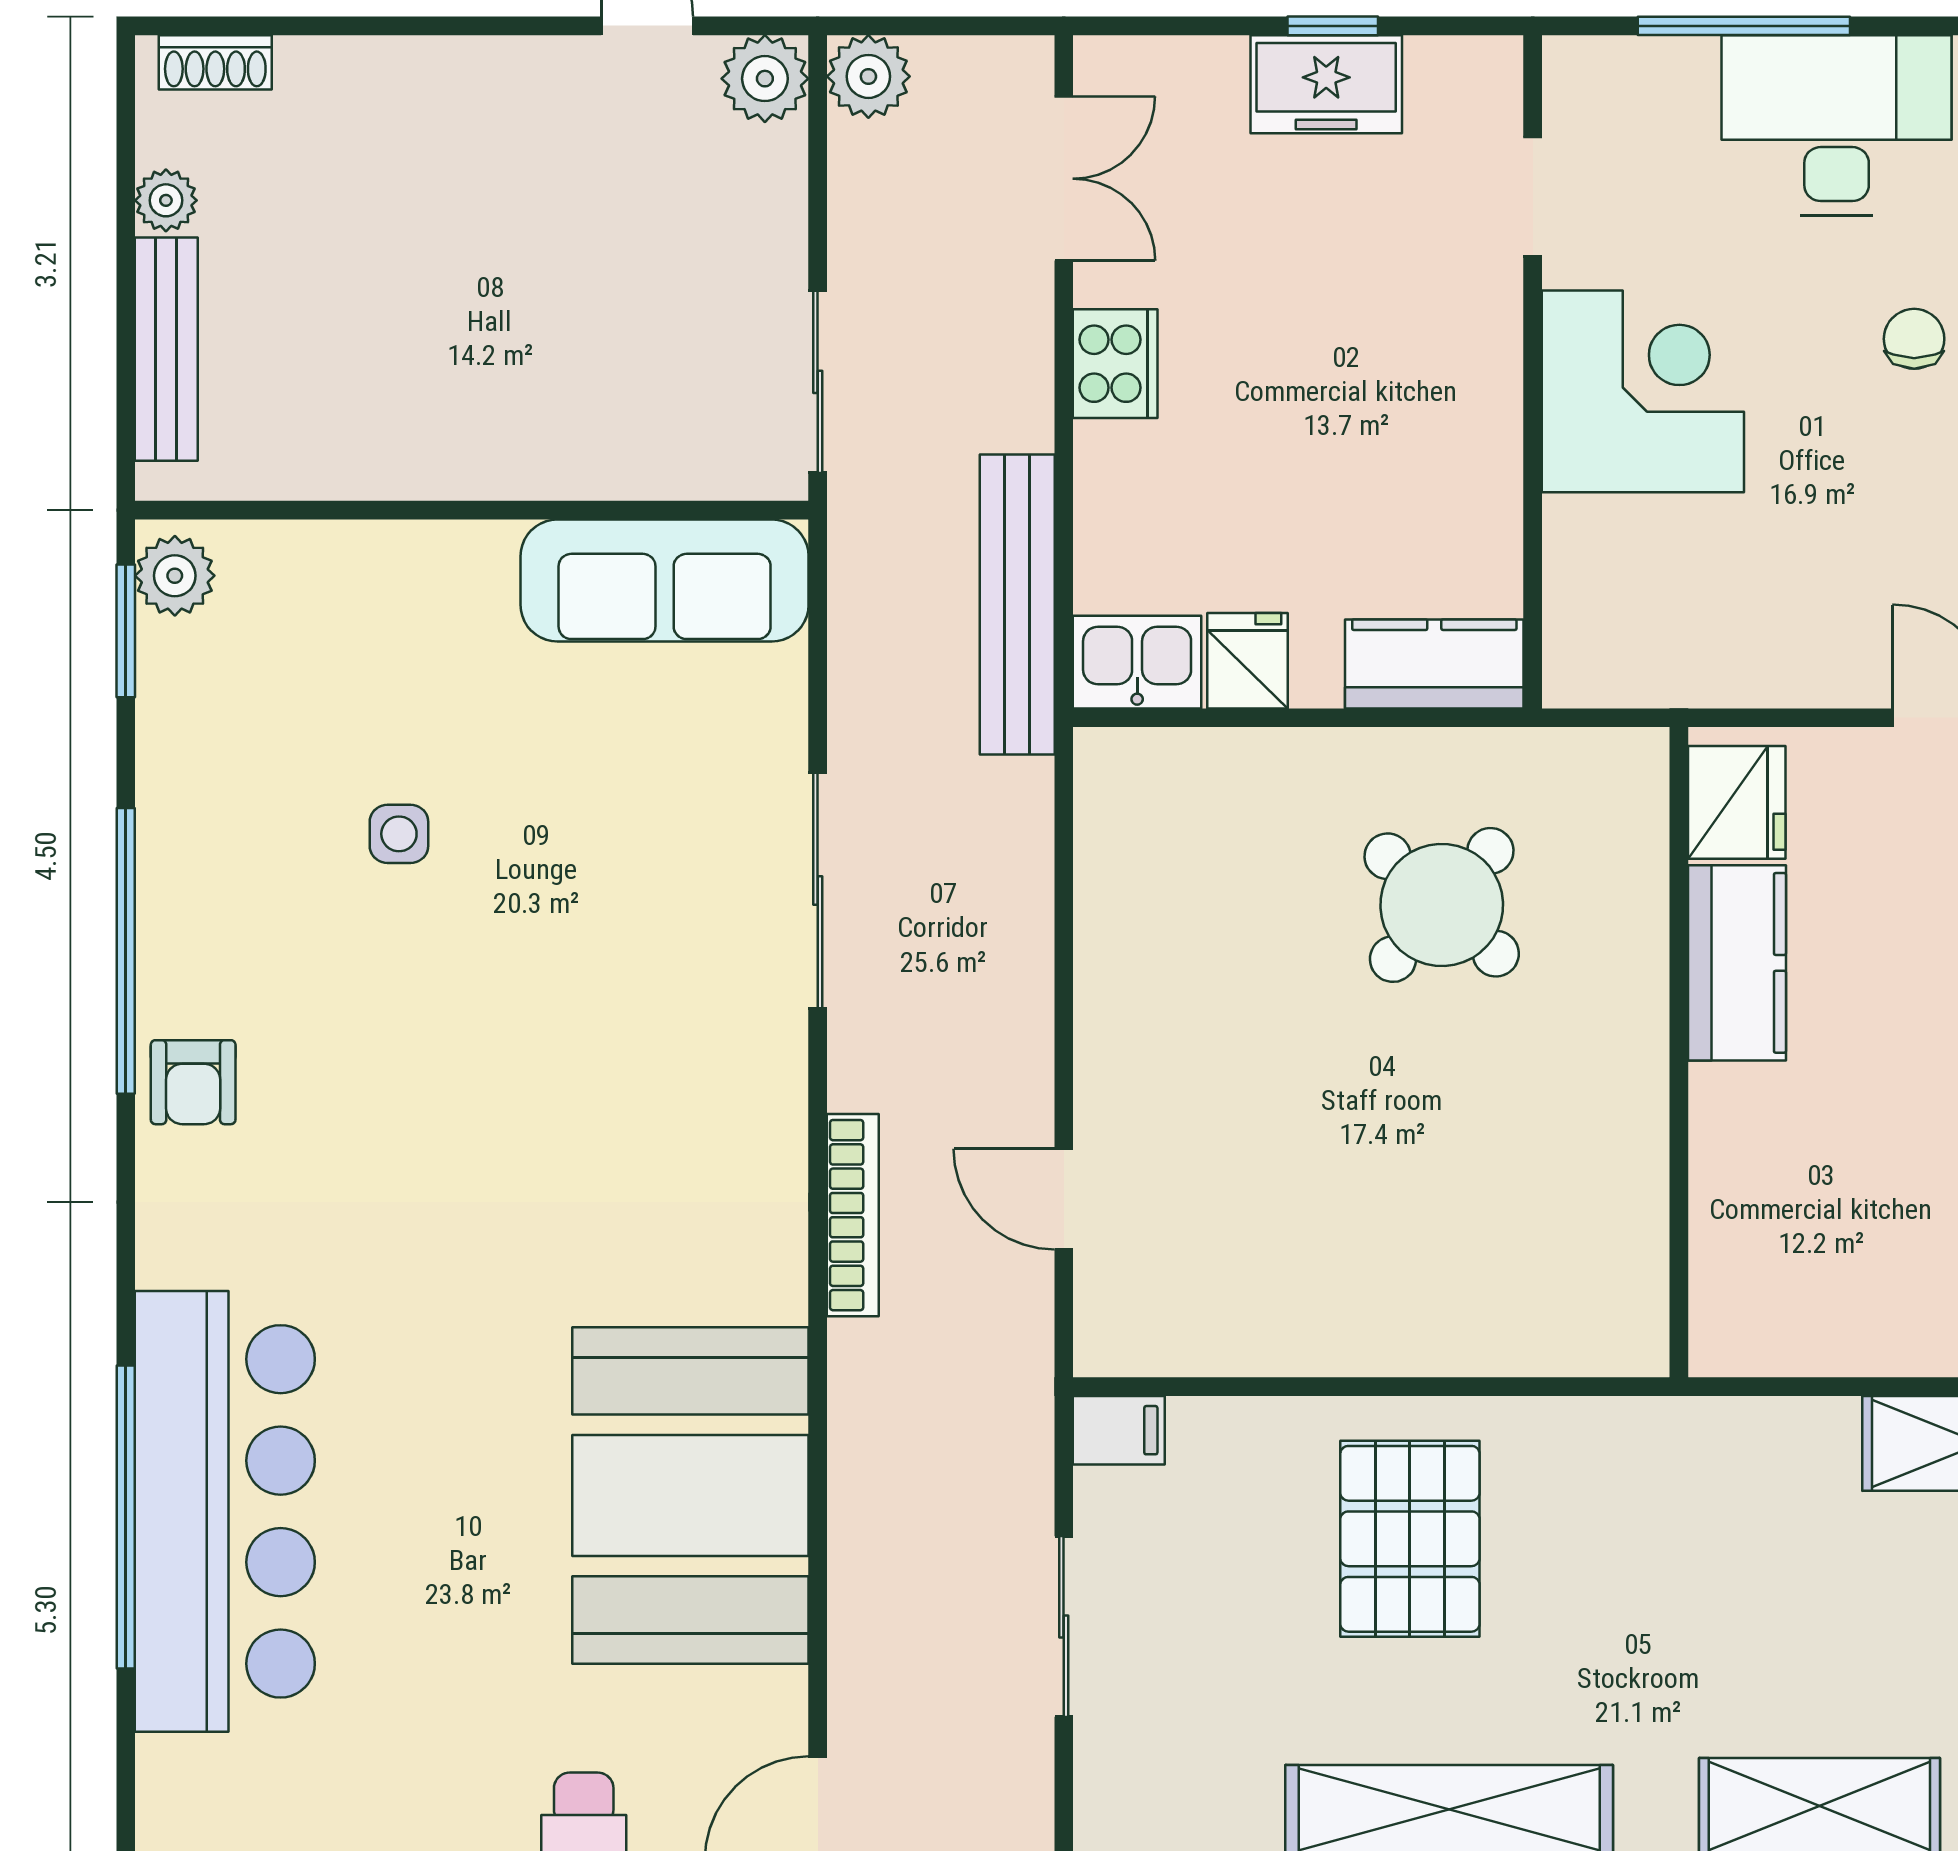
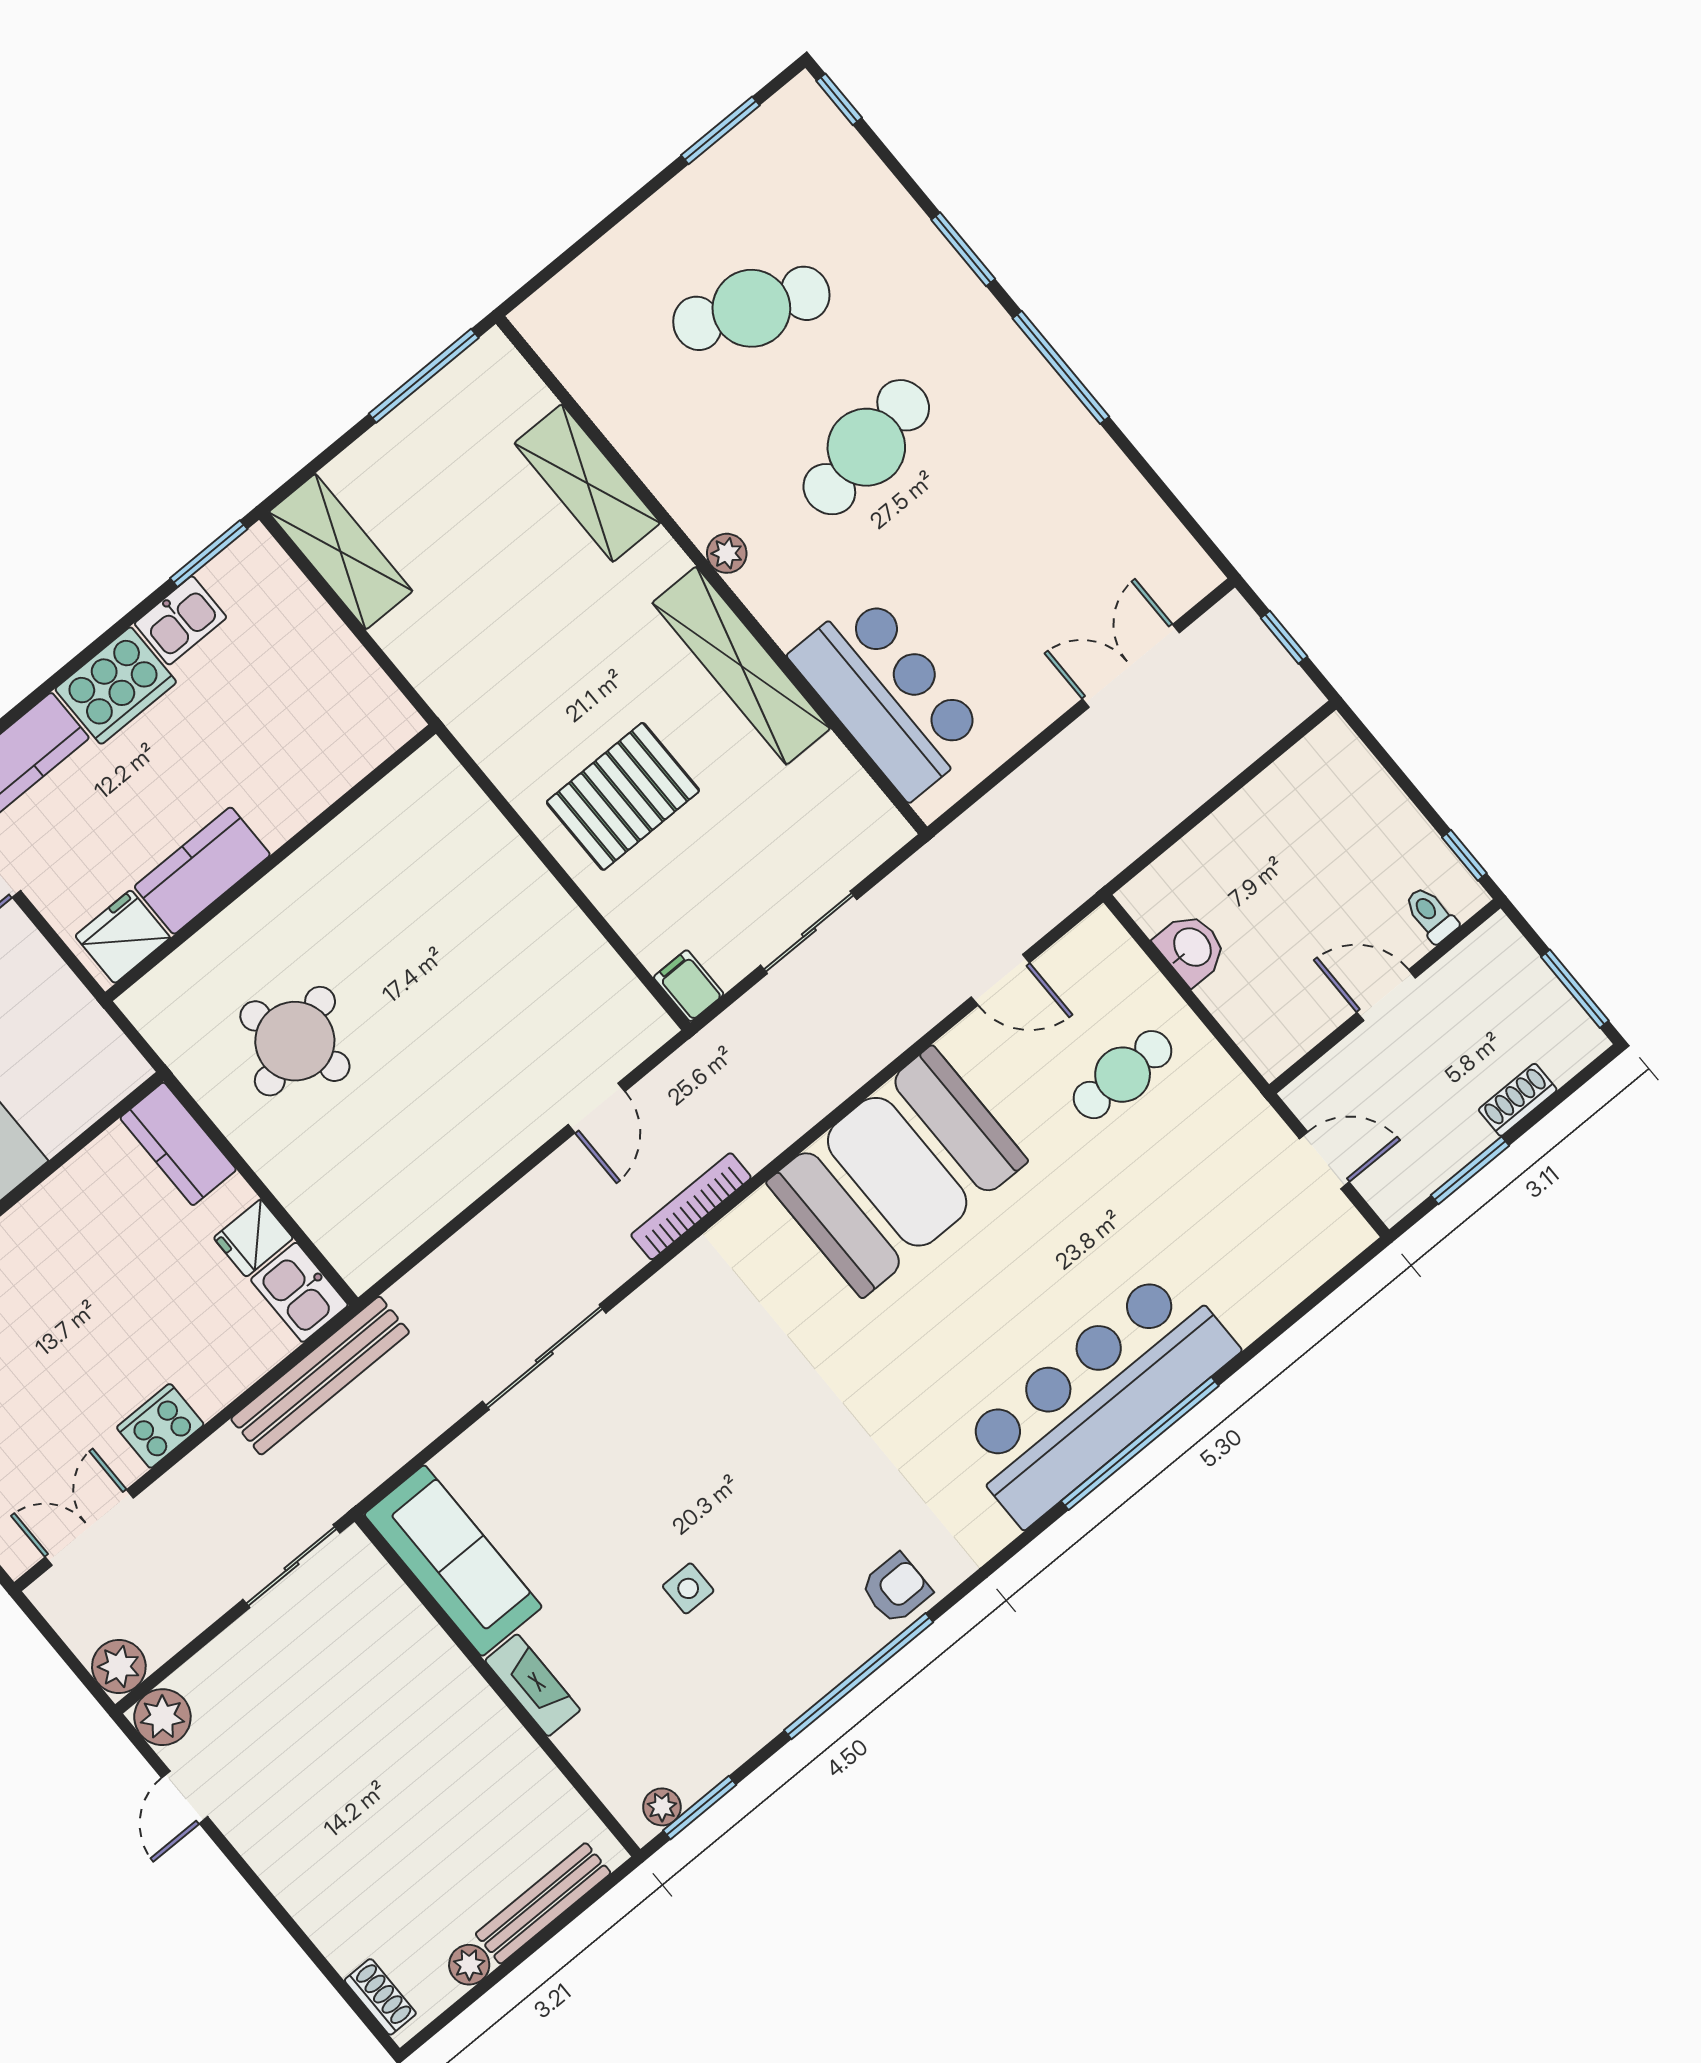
fireplace: (437, 552) -> (533, 1685), added
plant: (175, 576) -> (662, 1807), width x0.73, depth x0.73
round table: (1442, 905) -> (295, 1041), turned 30

